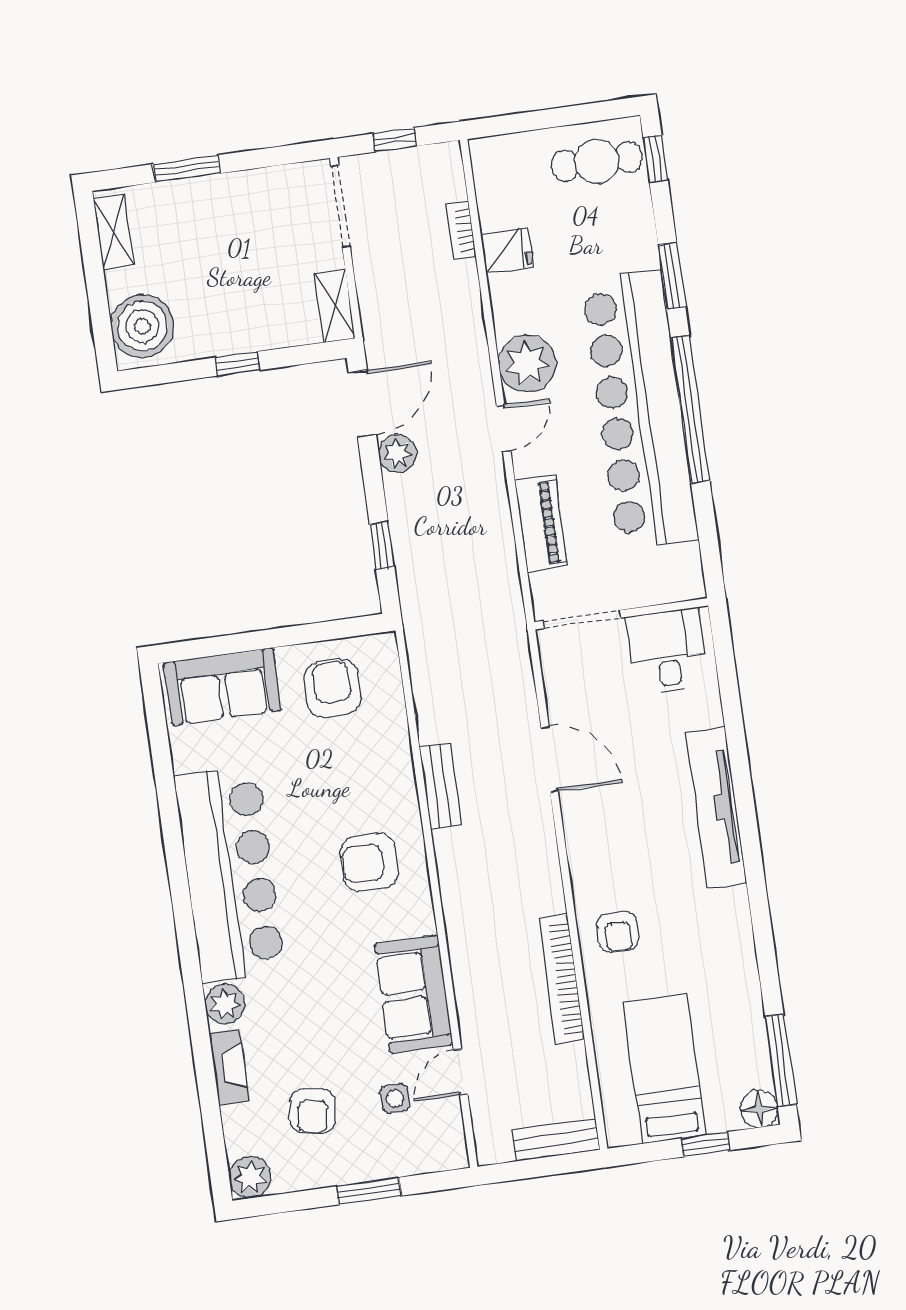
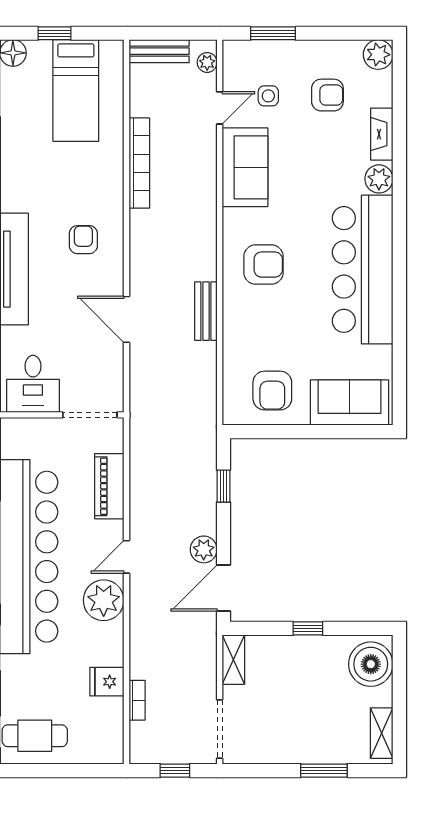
armchair: (618, 932) -> (83, 240), moved
armchair: (313, 1111) -> (327, 95), turned 81
plant: (487, 1133) -> (207, 62), added
window: (369, 1191) -> (273, 33), moved

